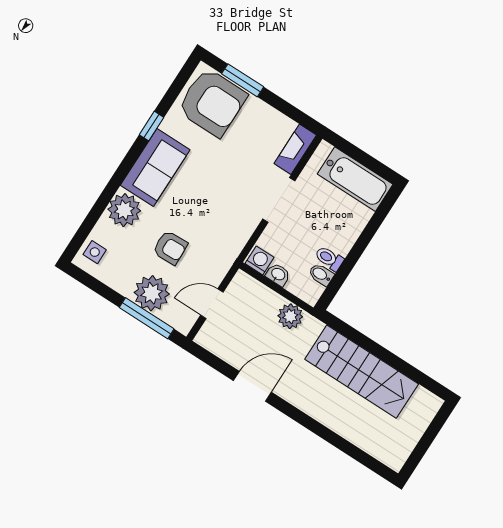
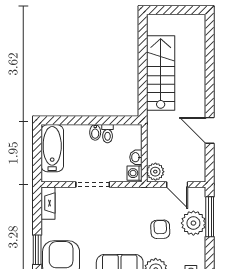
fireplace: (295, 149) -> (48, 203), moved, turned -90
bidet: (321, 275) -> (95, 132), moved
plant: (290, 316) -> (155, 172), moved

